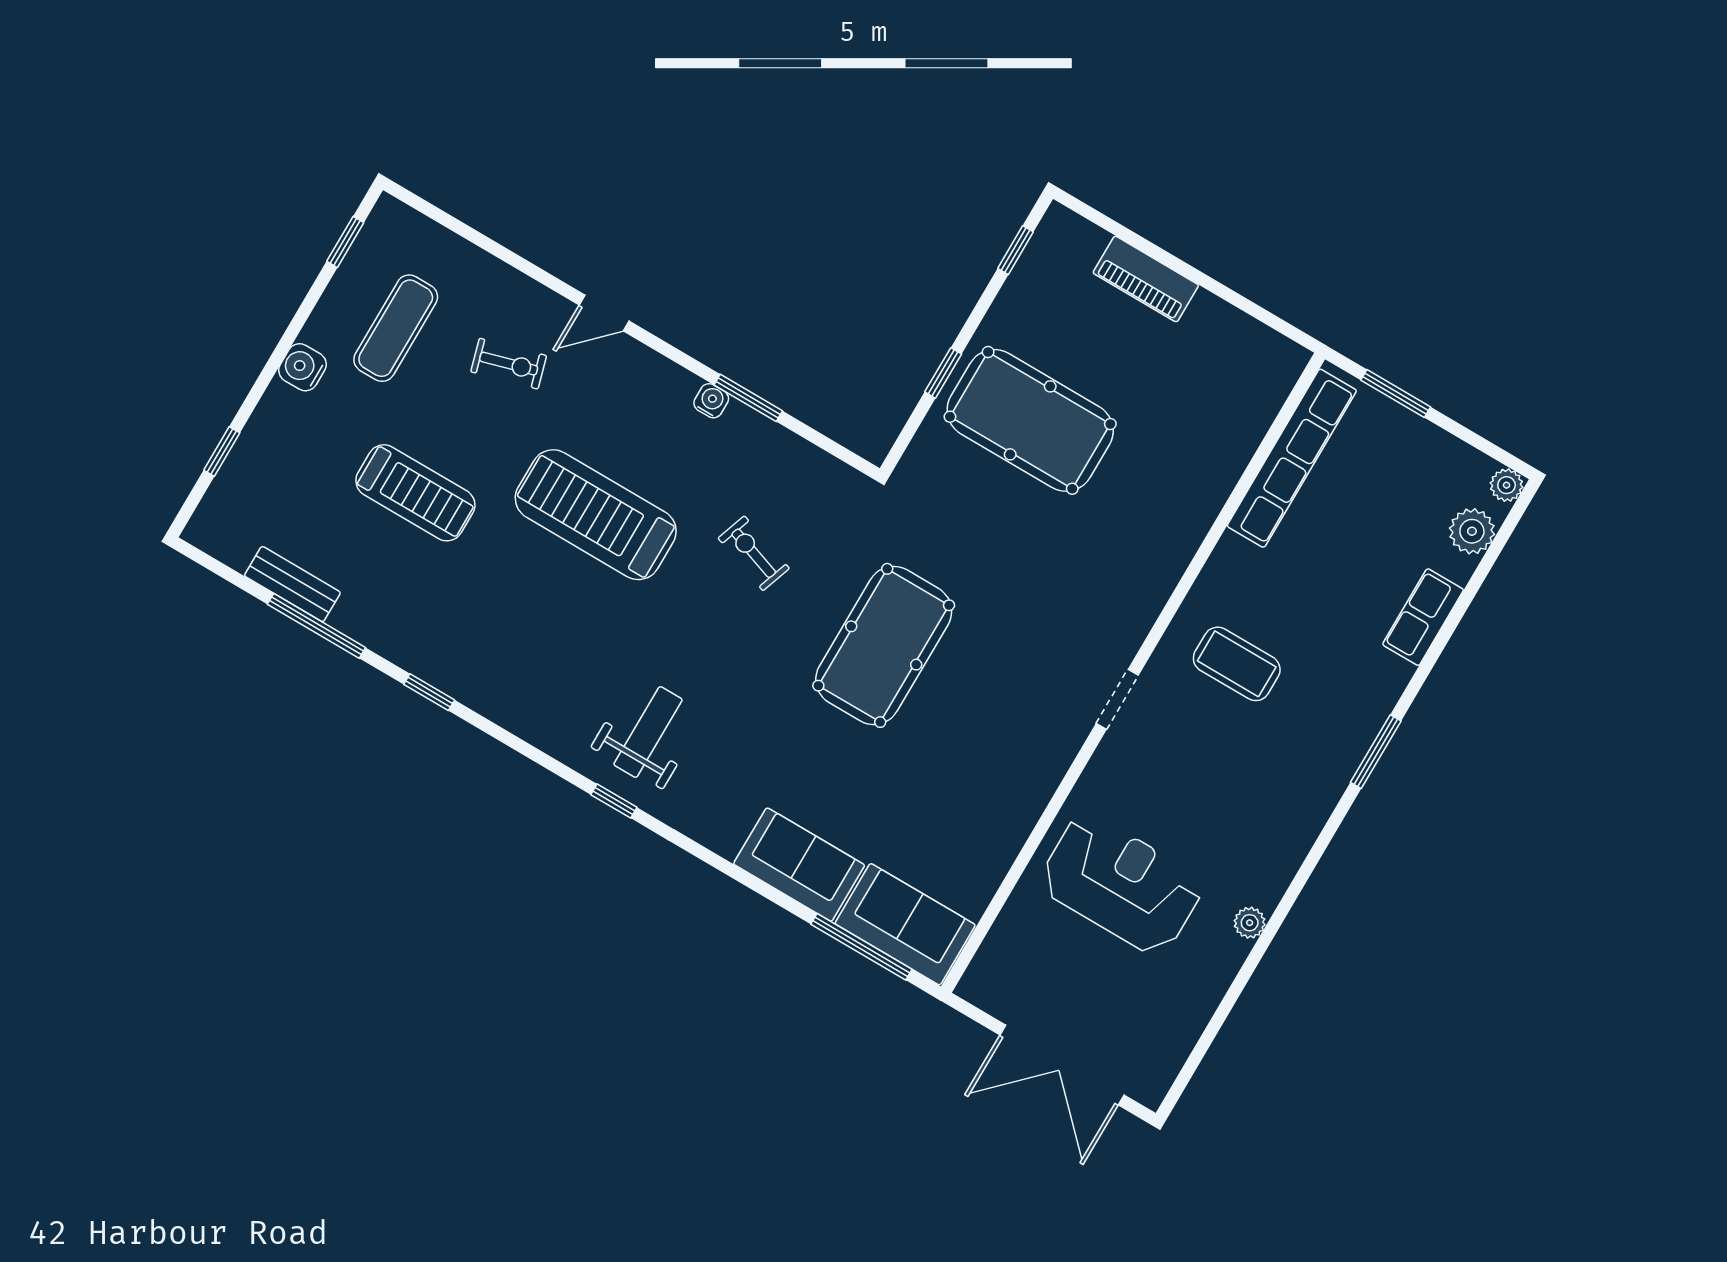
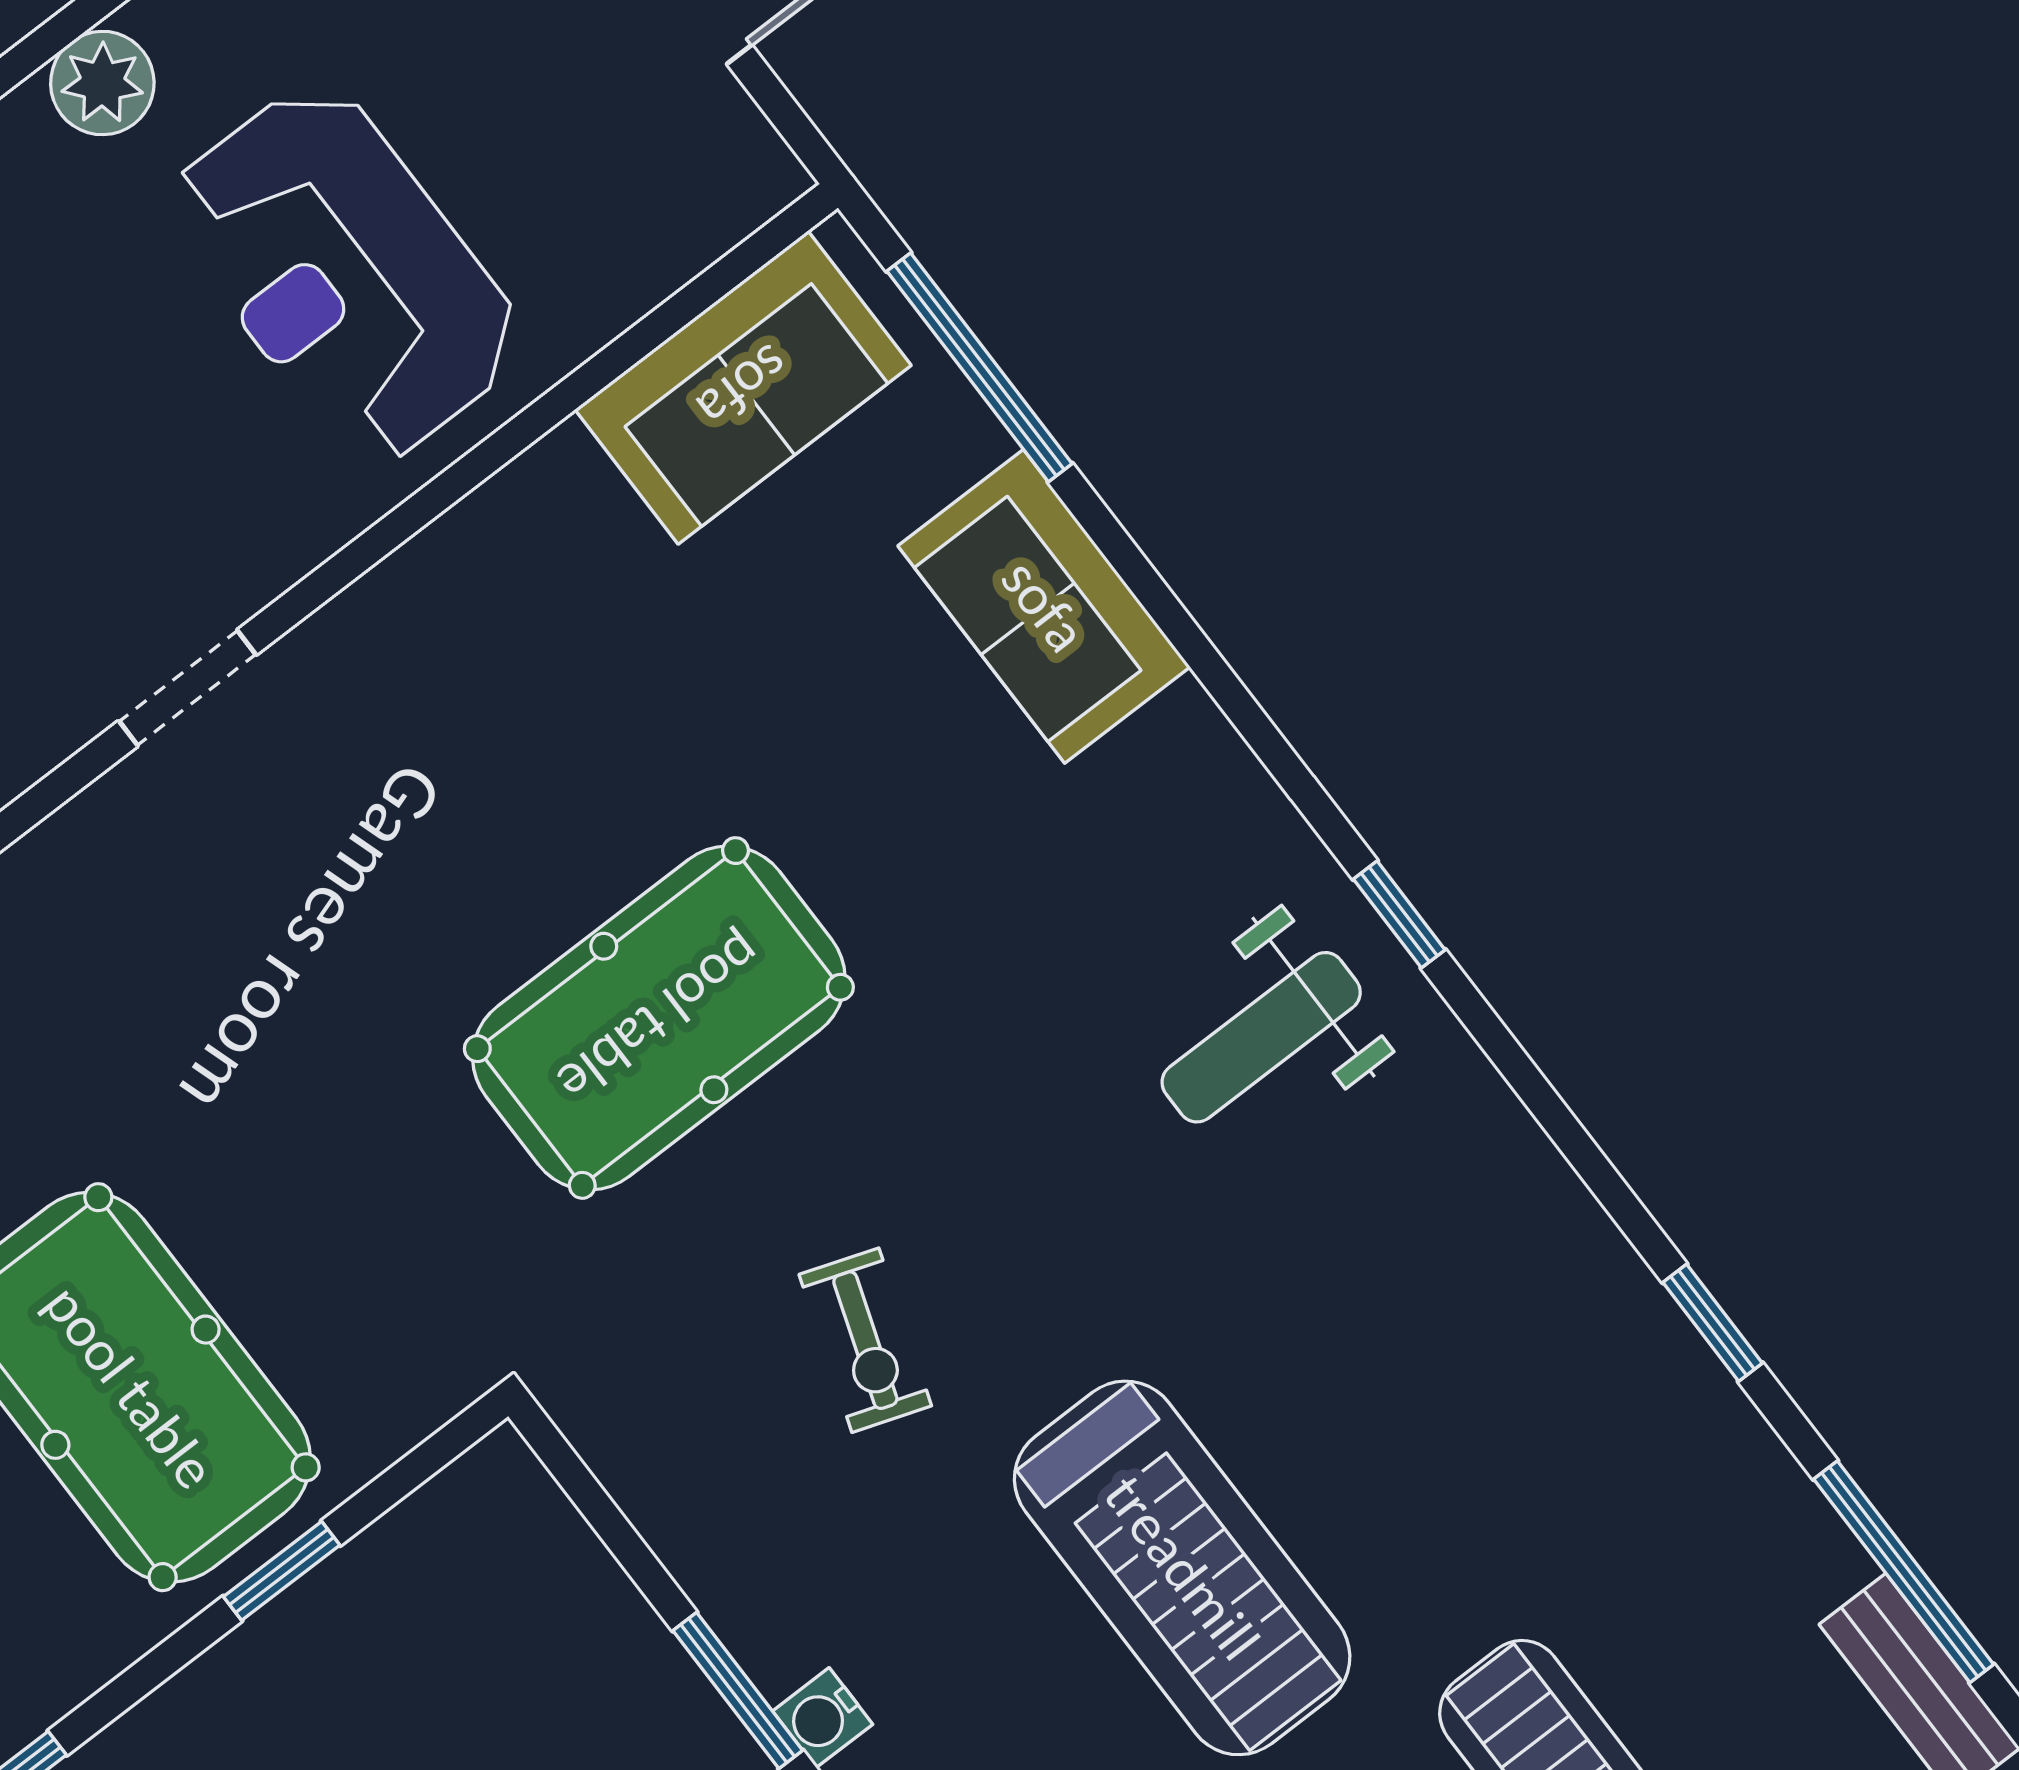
plant: (1250, 923) -> (102, 83), width x1.38, depth x1.38
sofa: (905, 924) -> (743, 387), moved, turned -90

